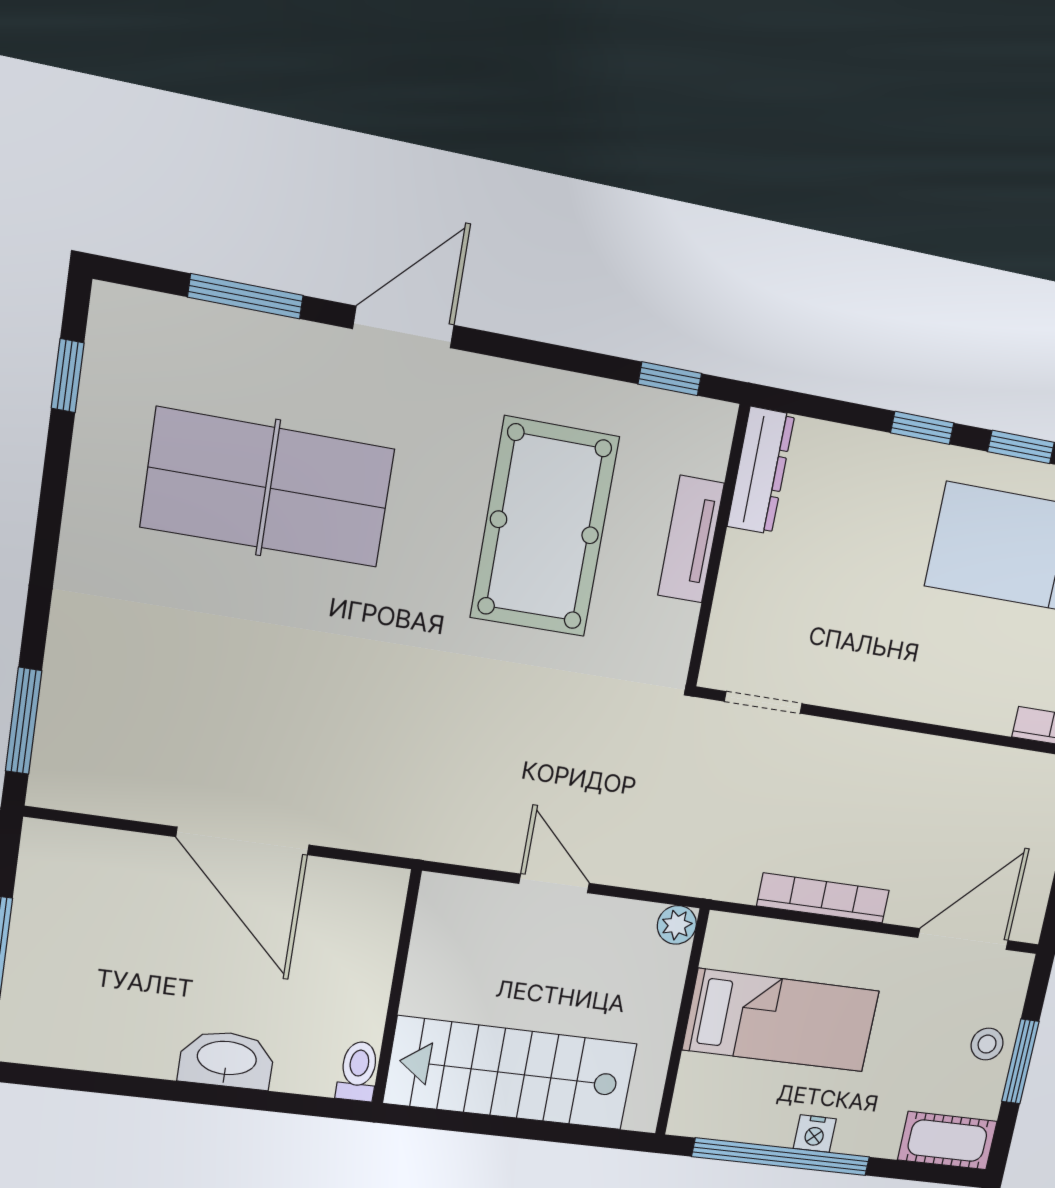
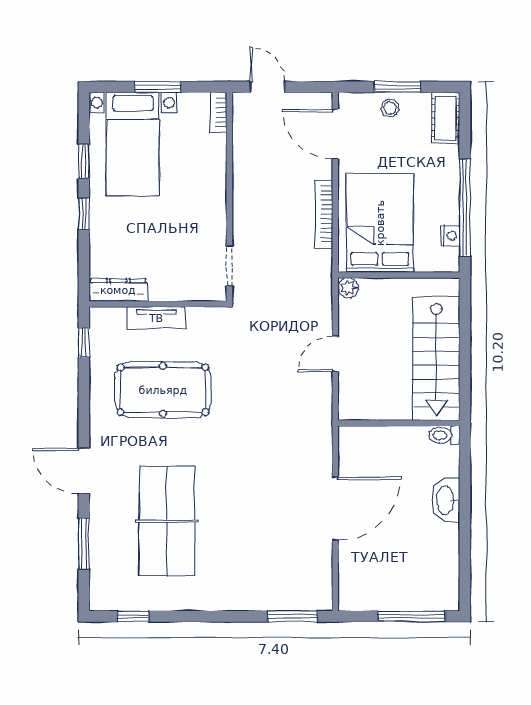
bed: (781, 1020) -> (380, 223), width x1.50
nightstand: (815, 1134) -> (450, 236), moved

